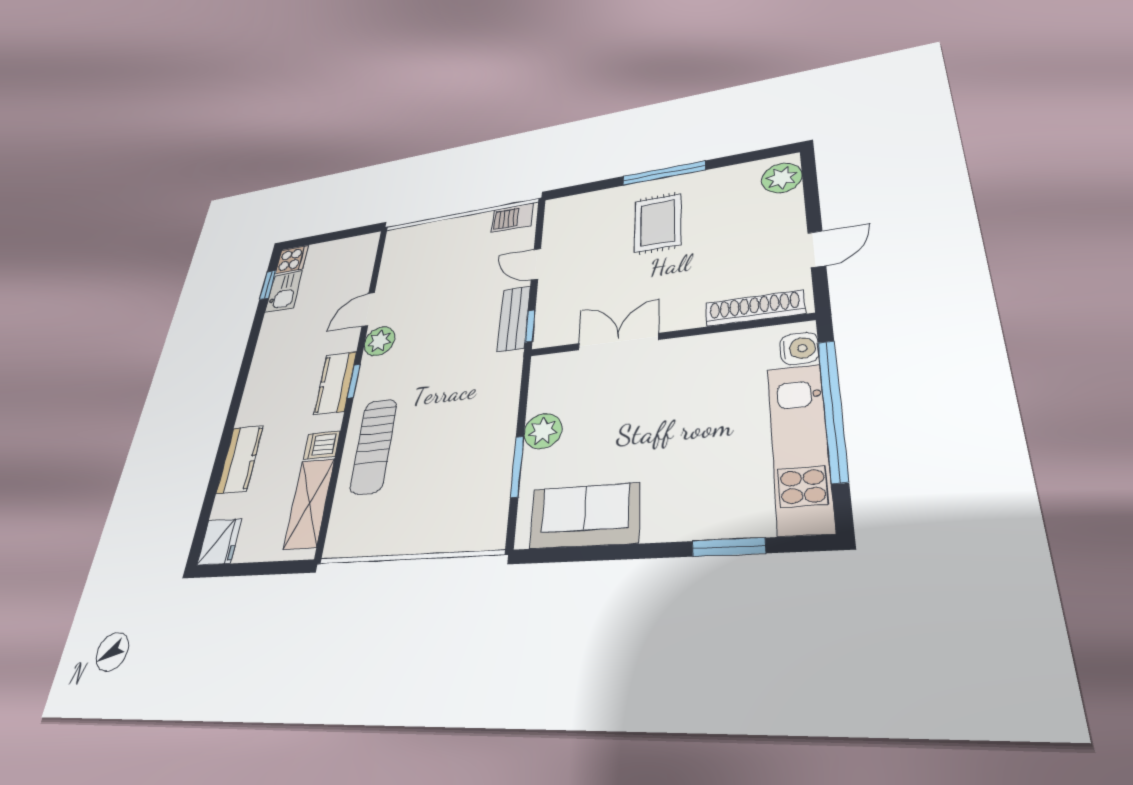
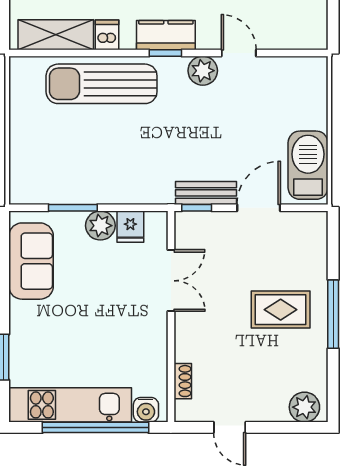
barbecue: (512, 218) -> (308, 165), width x1.88, depth x1.53
door: (536, 264) -> (259, 208), width x1.38
shoe rack: (754, 308) -> (183, 381), width x0.51, depth x0.81
fridge: (547, 396) -> (130, 227), added
sun lounger: (374, 446) -> (102, 84), width x1.36, depth x1.34

